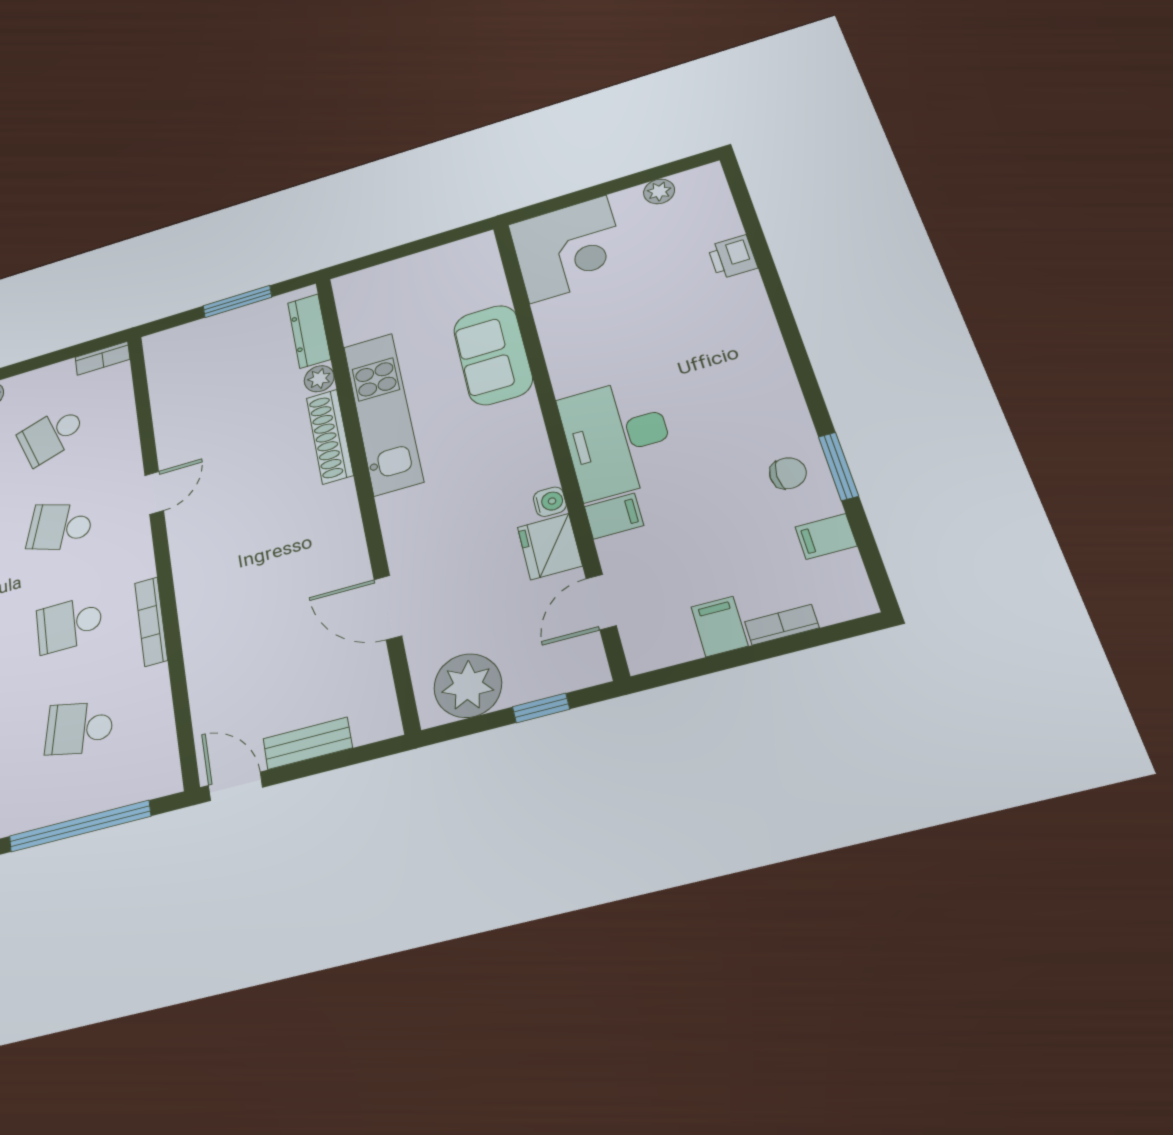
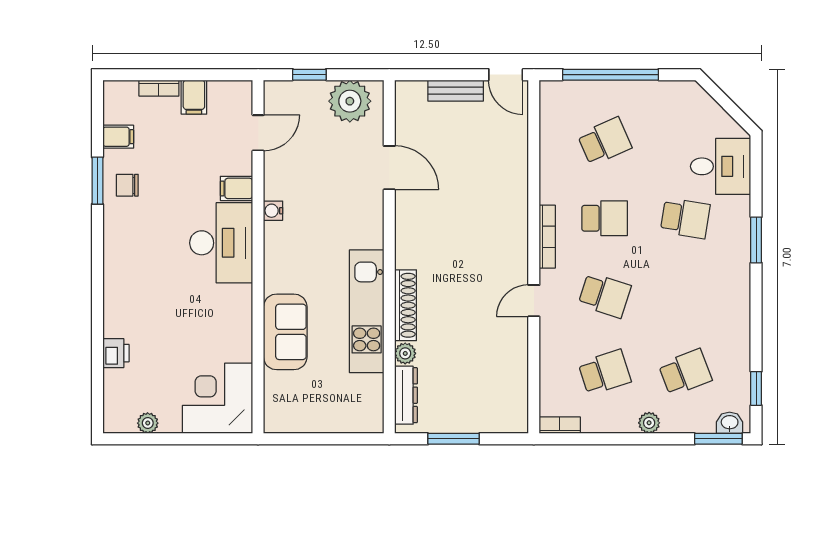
fridge: (550, 546) -> (280, 179), removed
bookcase: (151, 621) -> (547, 237), moved
school desk: (79, 728) -> (605, 141), turned -36

